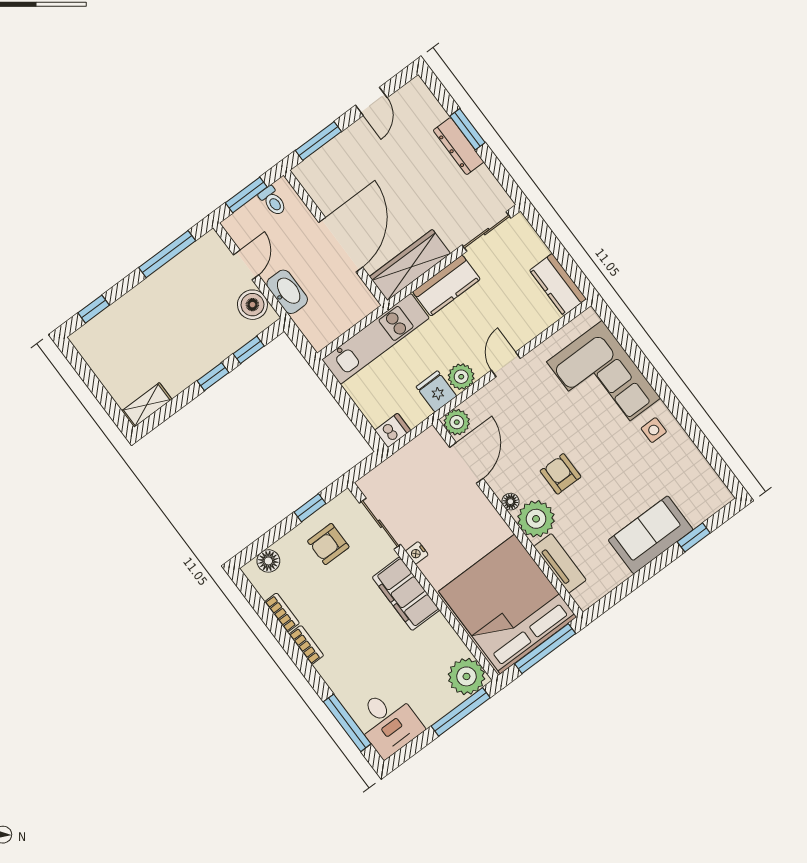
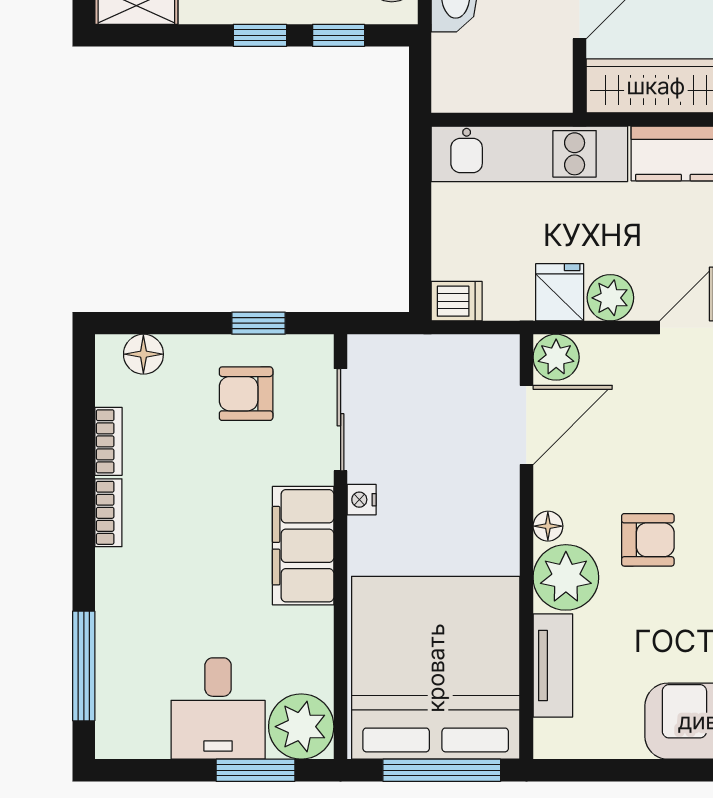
armchair: (560, 474) -> (648, 540), turned 90
window: (461, 712) -> (255, 770), width x0.69
desk: (388, 722) -> (218, 708), moved

